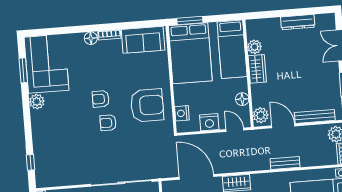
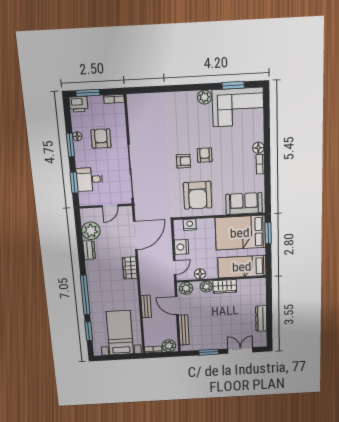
sofa: (143, 40) -> (244, 204), moved, turned 90
plant: (255, 47) -> (206, 287), moved
armchair: (108, 123) -> (184, 161), turned 90
door: (283, 126) -> (177, 306), swing flipped
window: (30, 162) -> (150, 90), removed

